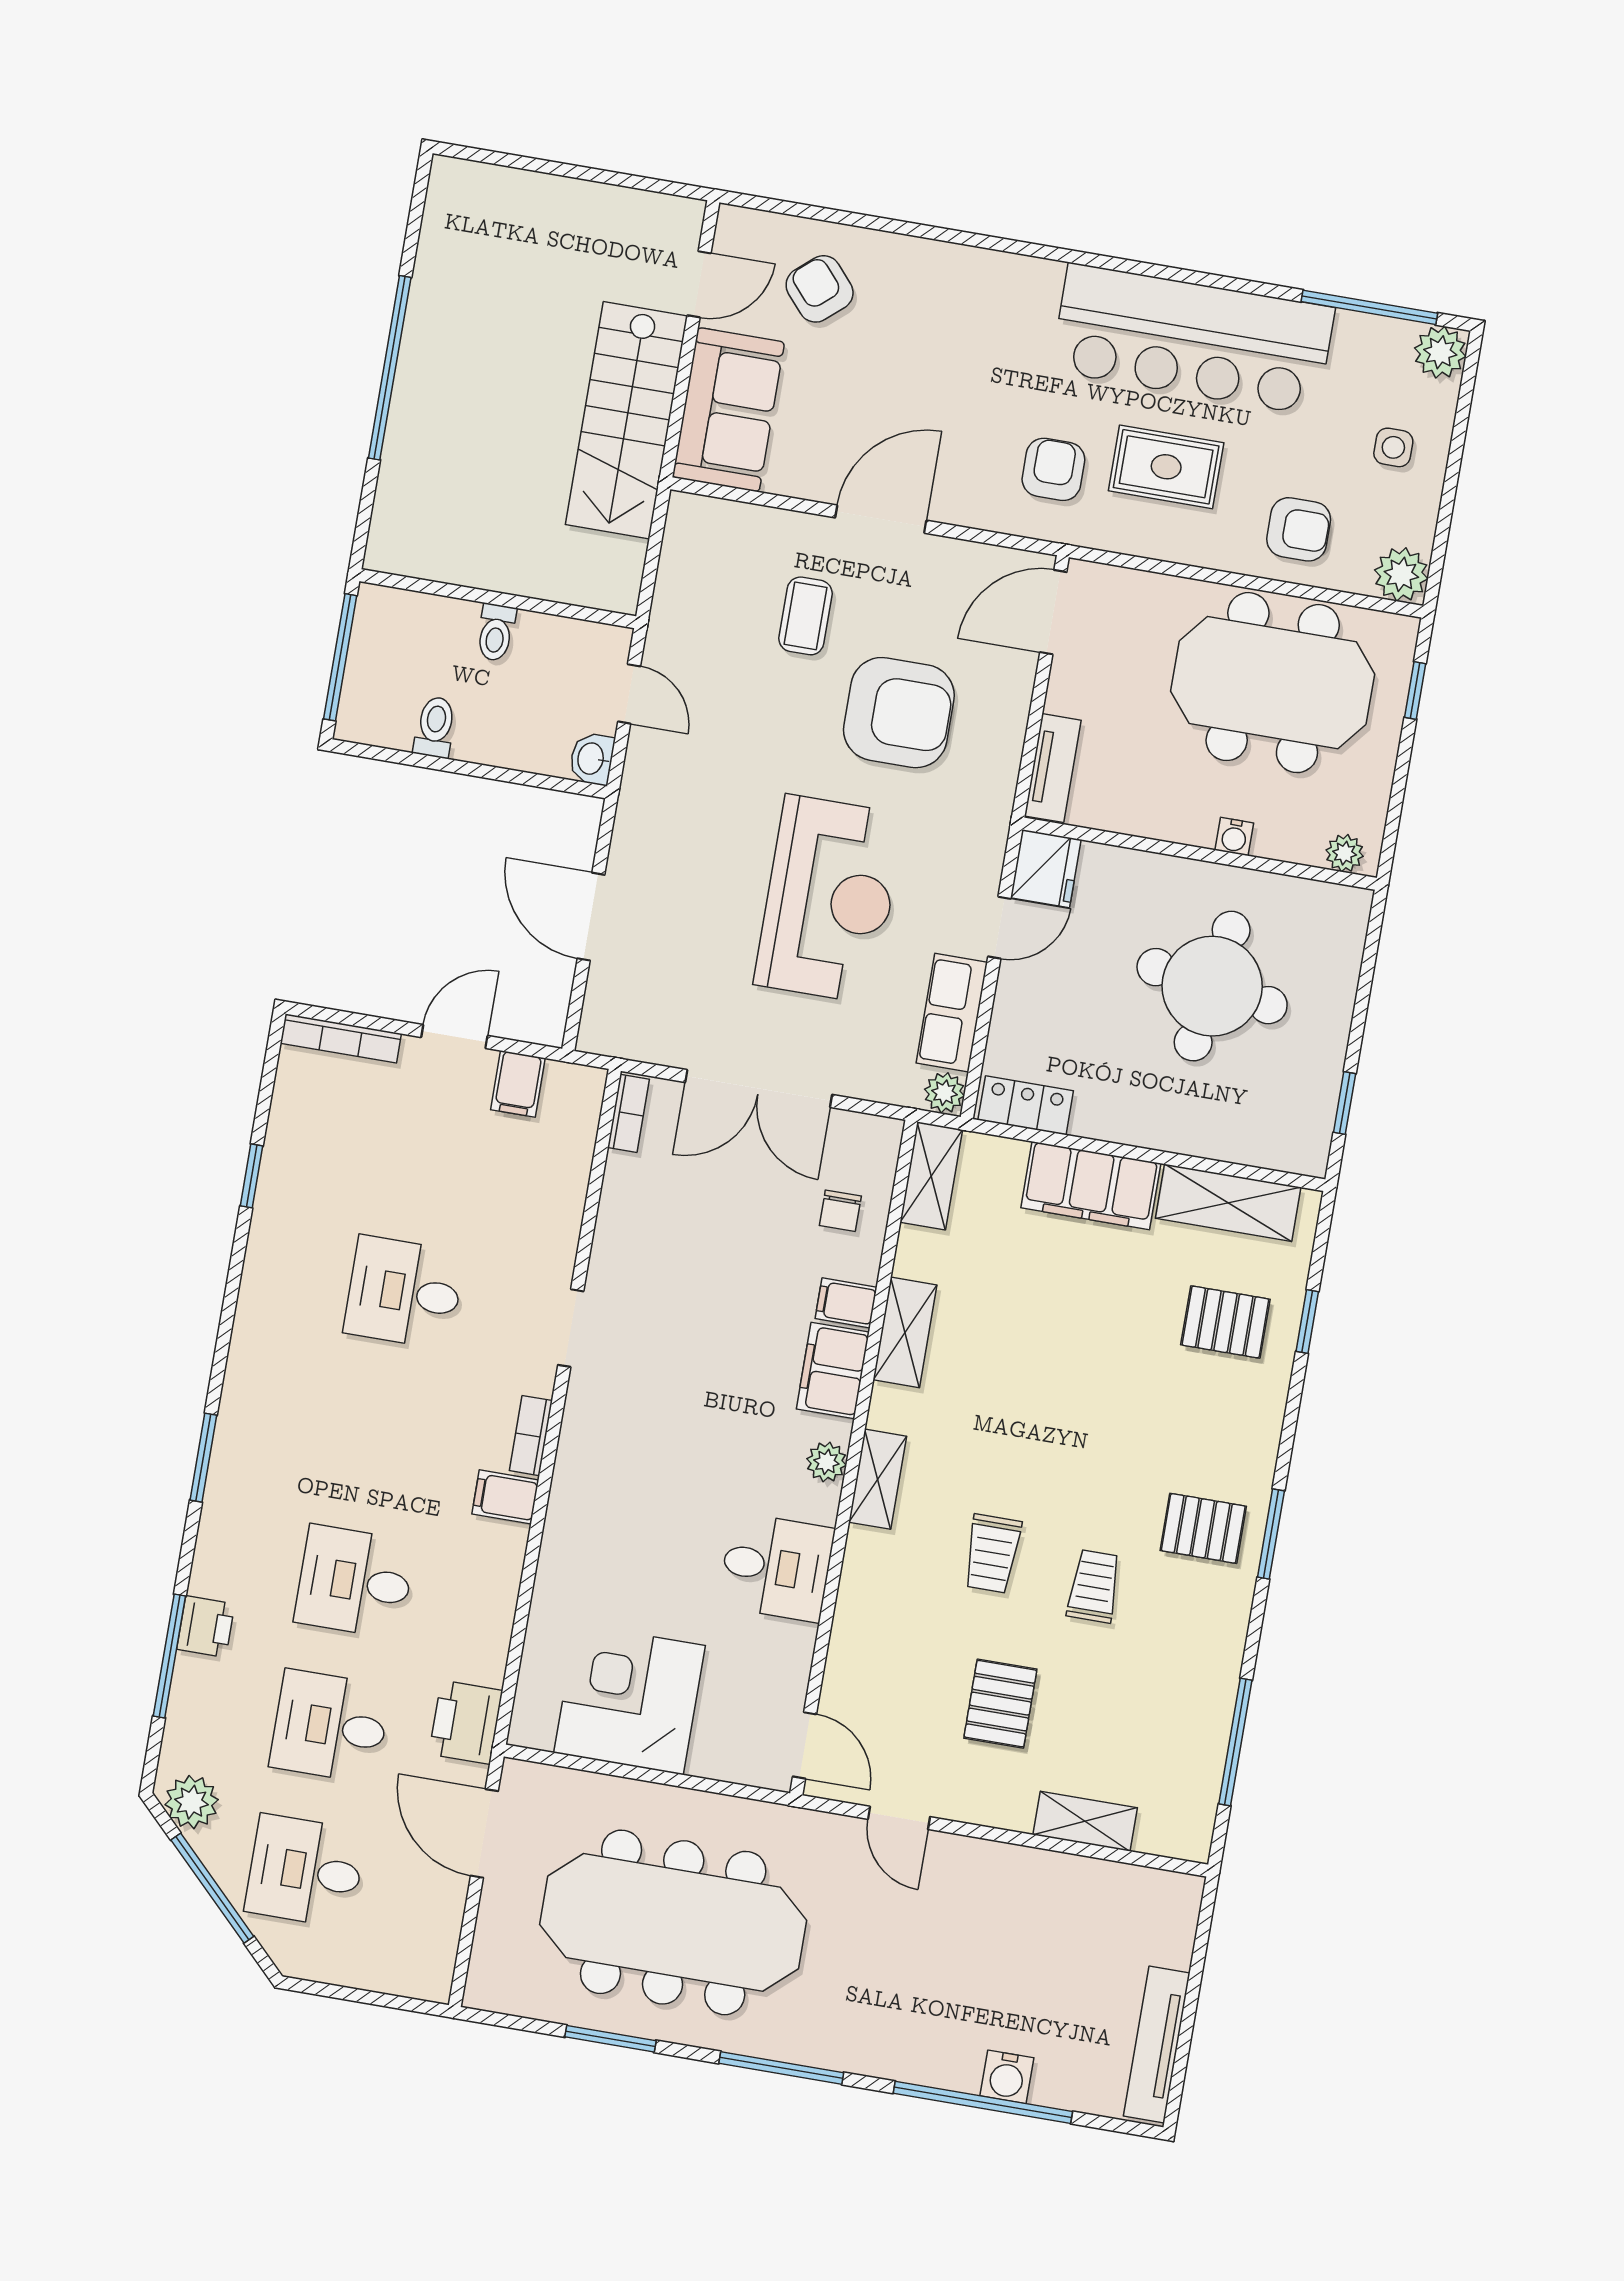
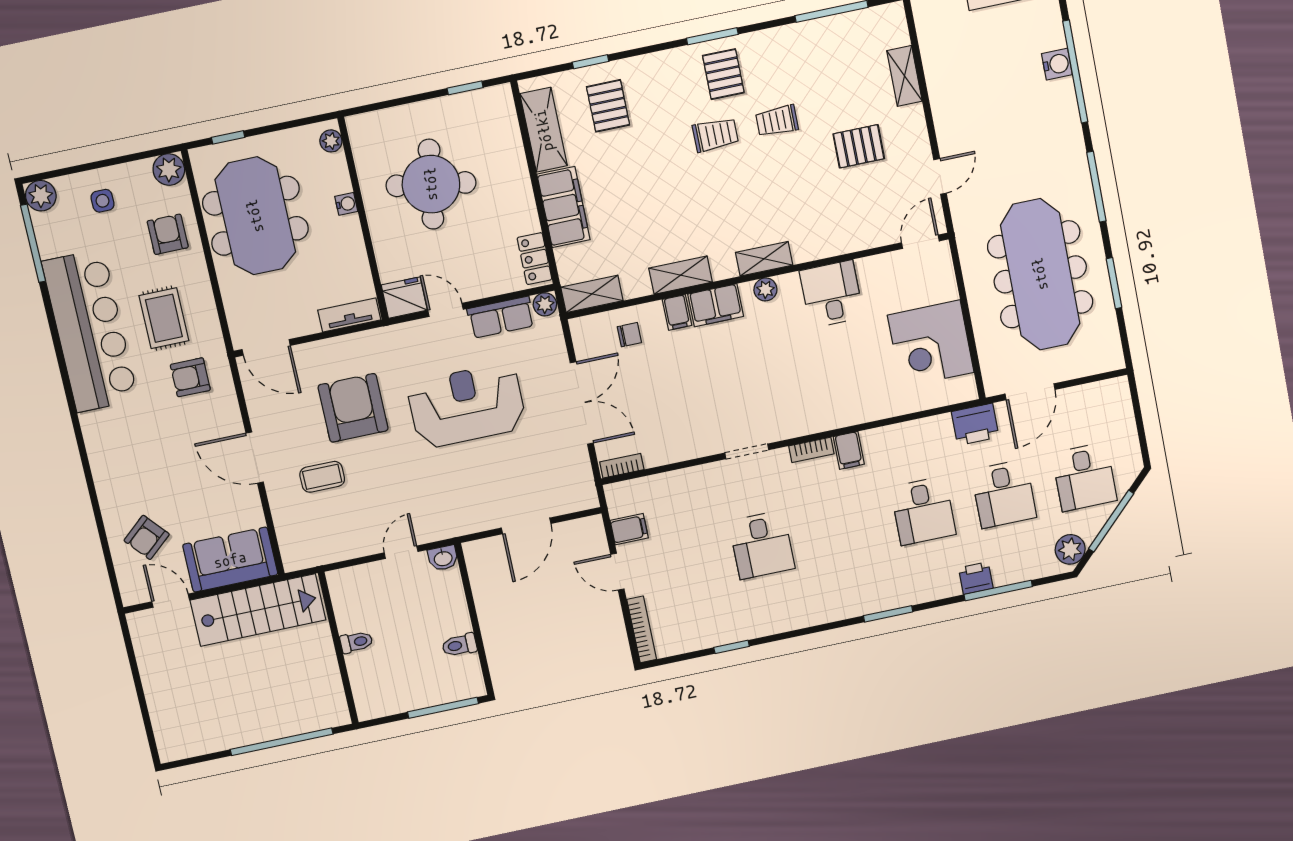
wall: (498, 599) -> (338, 648), moved
toilet: (496, 632) -> (356, 642), moved
trolley: (992, 1554) -> (715, 135), moved

